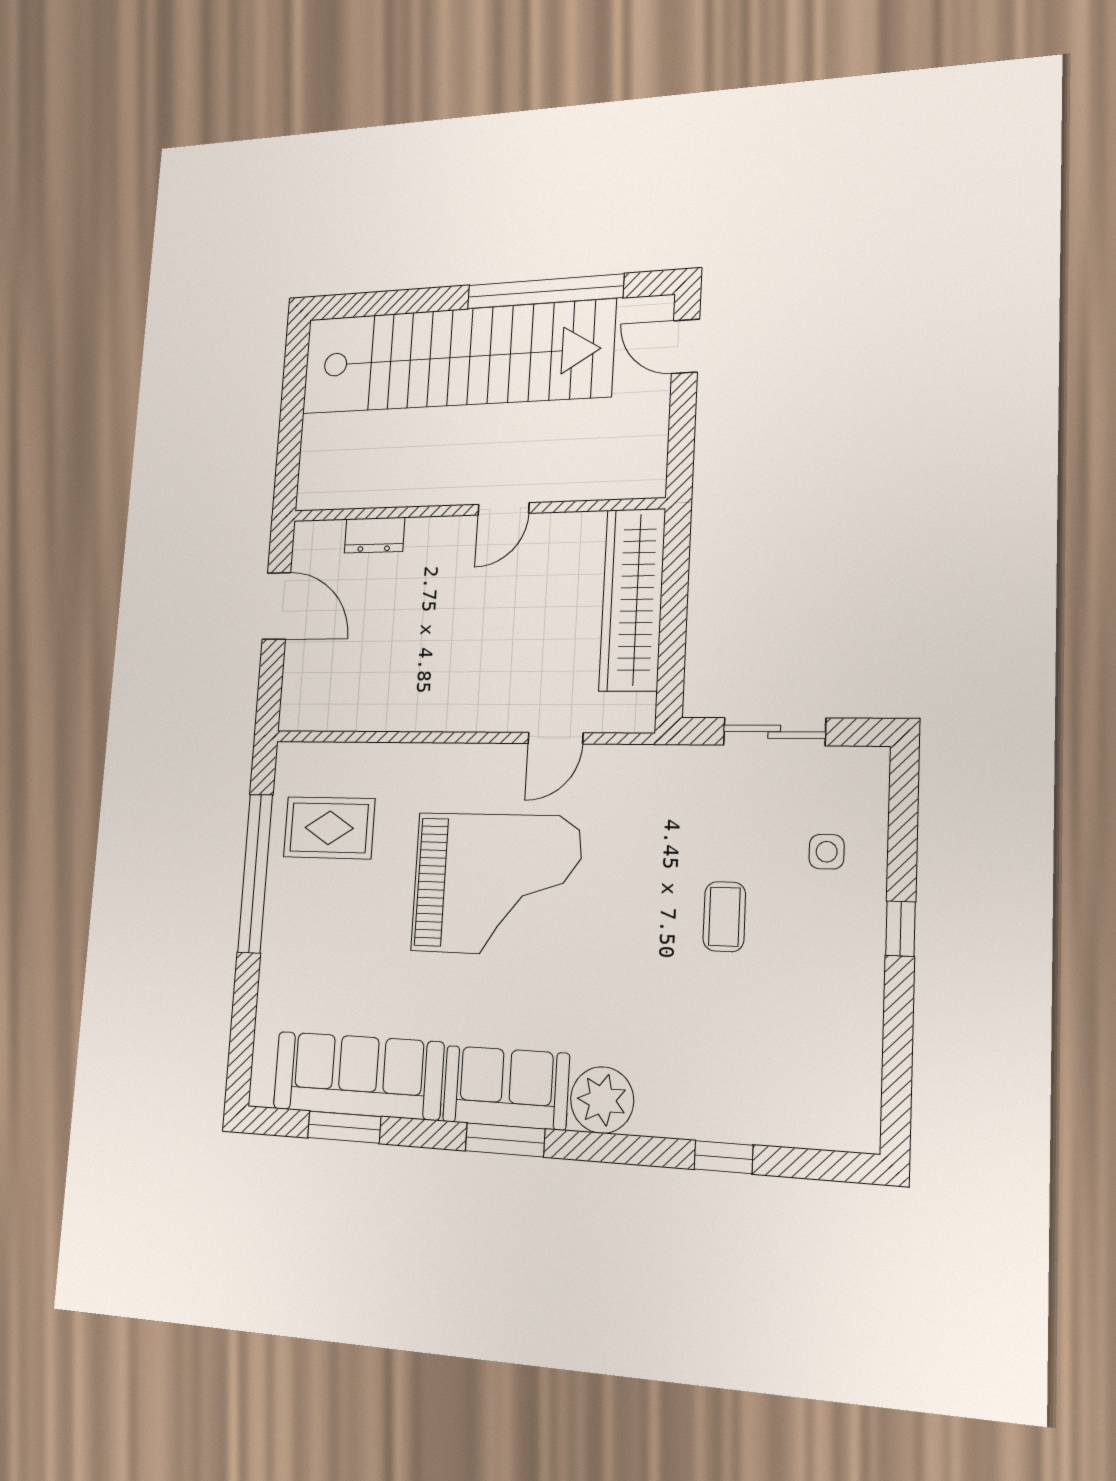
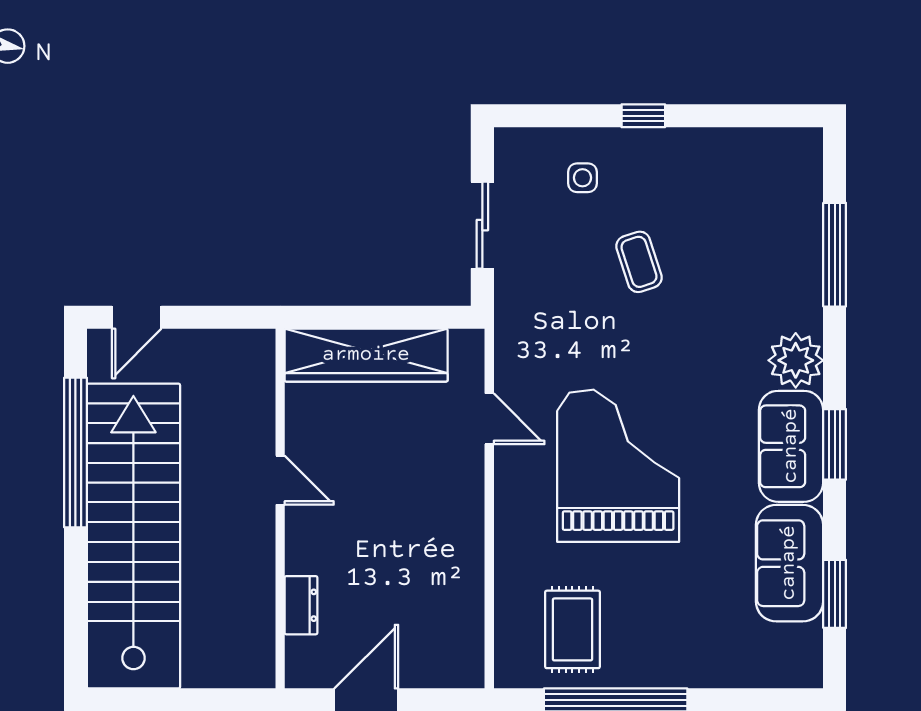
coffee table: (724, 917) -> (639, 262), turned 72
sofa: (358, 1075) -> (789, 563), width x0.73
window: (723, 1157) -> (835, 255), width x2.17

